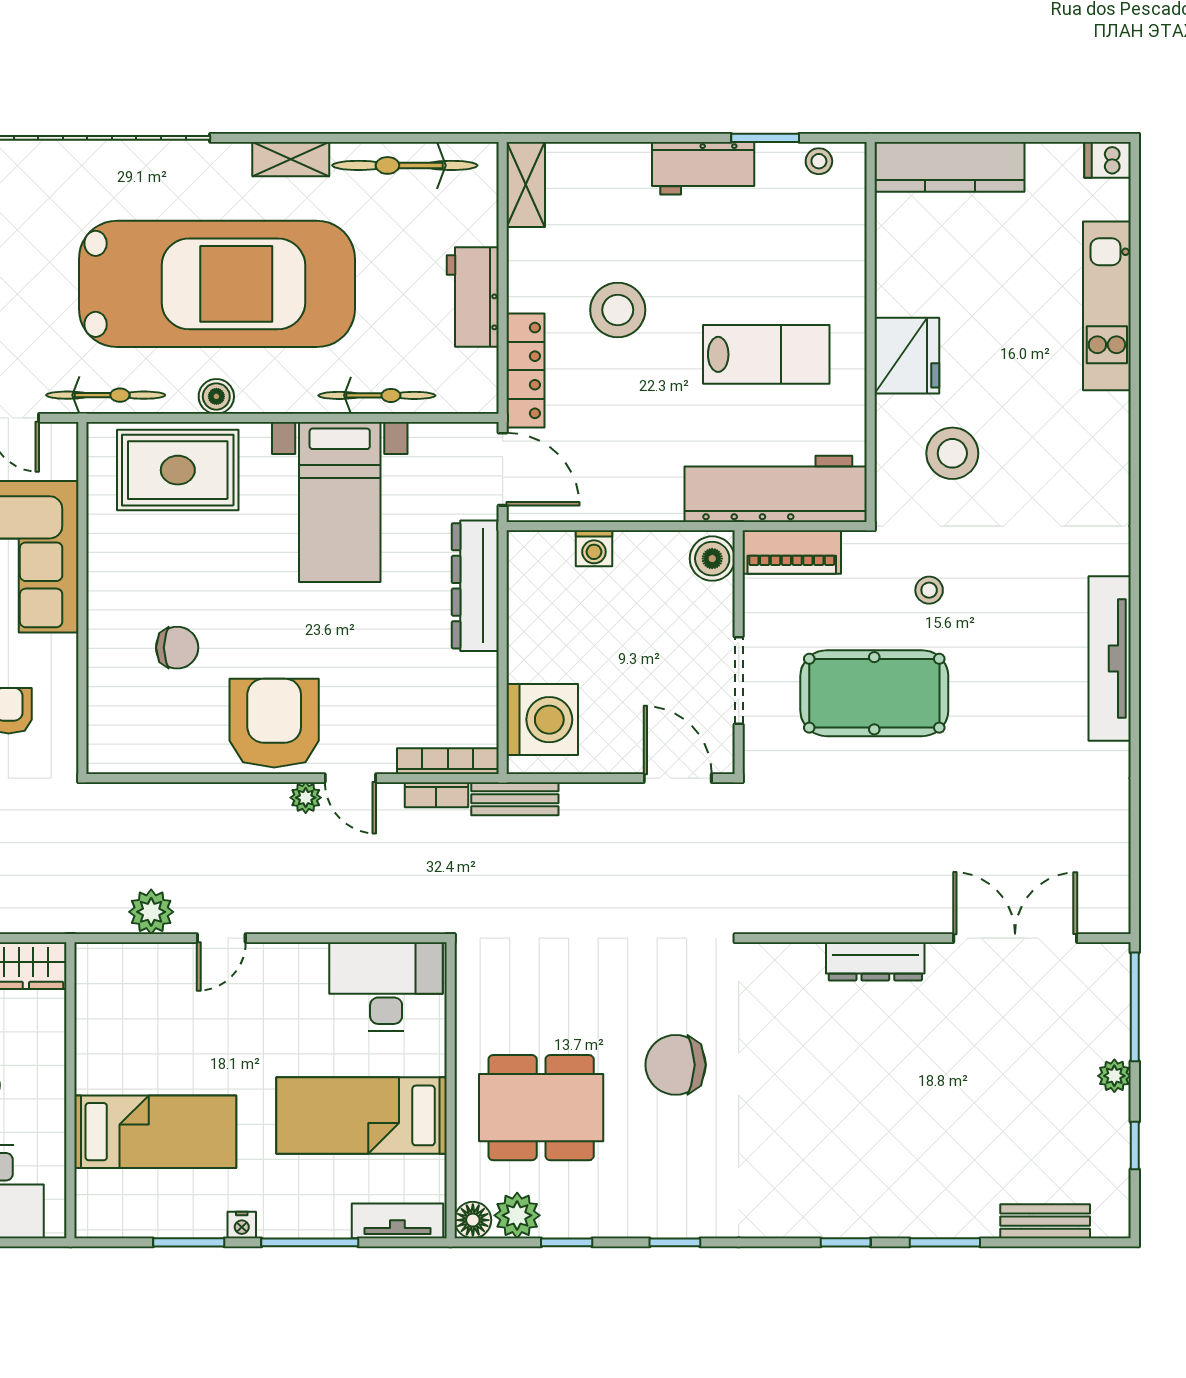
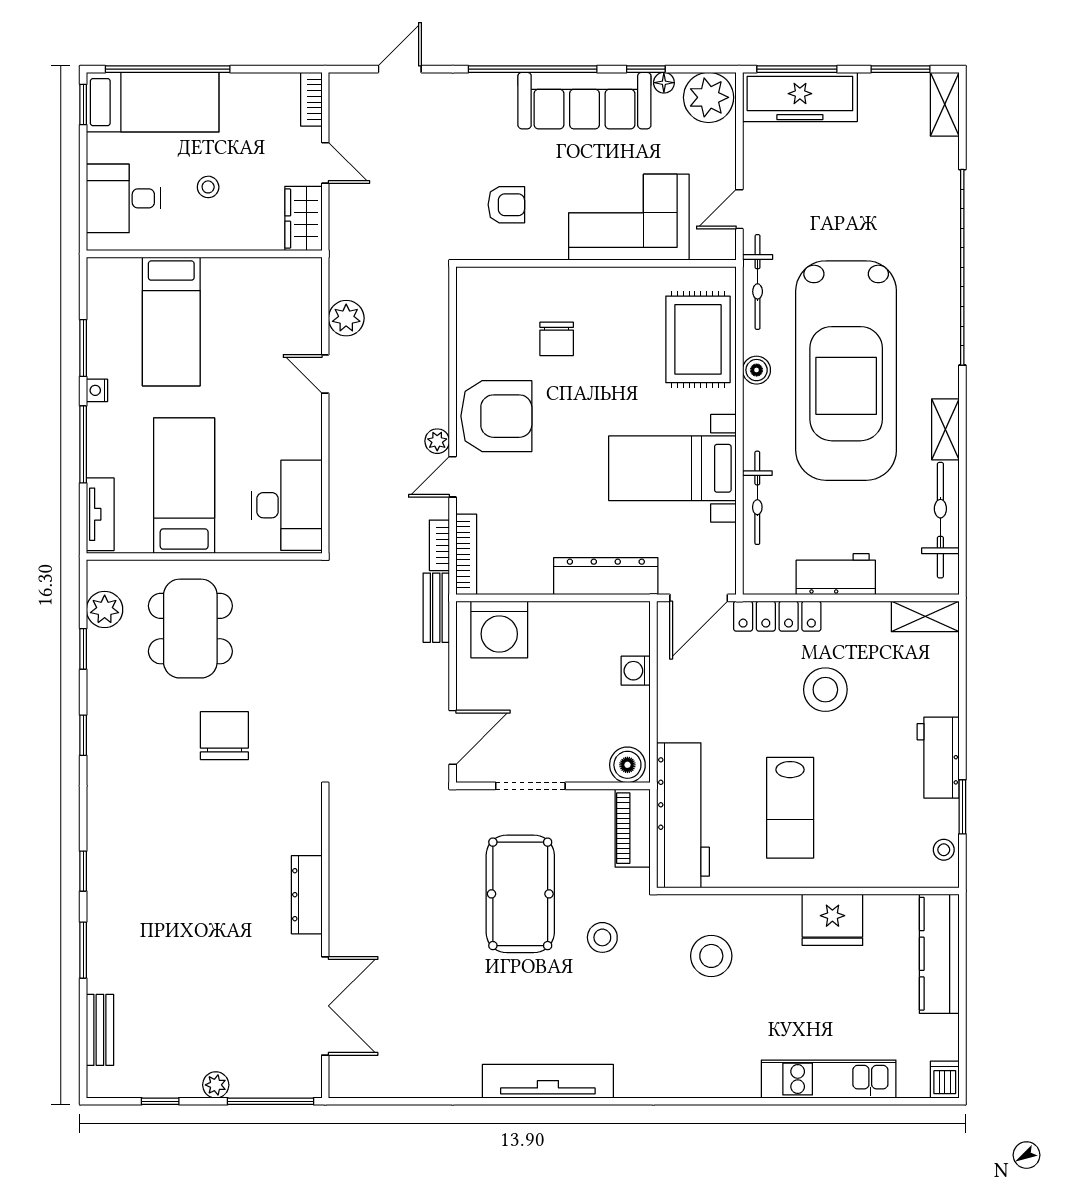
fridge: (907, 356) -> (832, 920), moved
stool: (929, 590) -> (602, 937), width x1.37, depth x1.37
floor lamp: (473, 1220) -> (101, 574), removed

